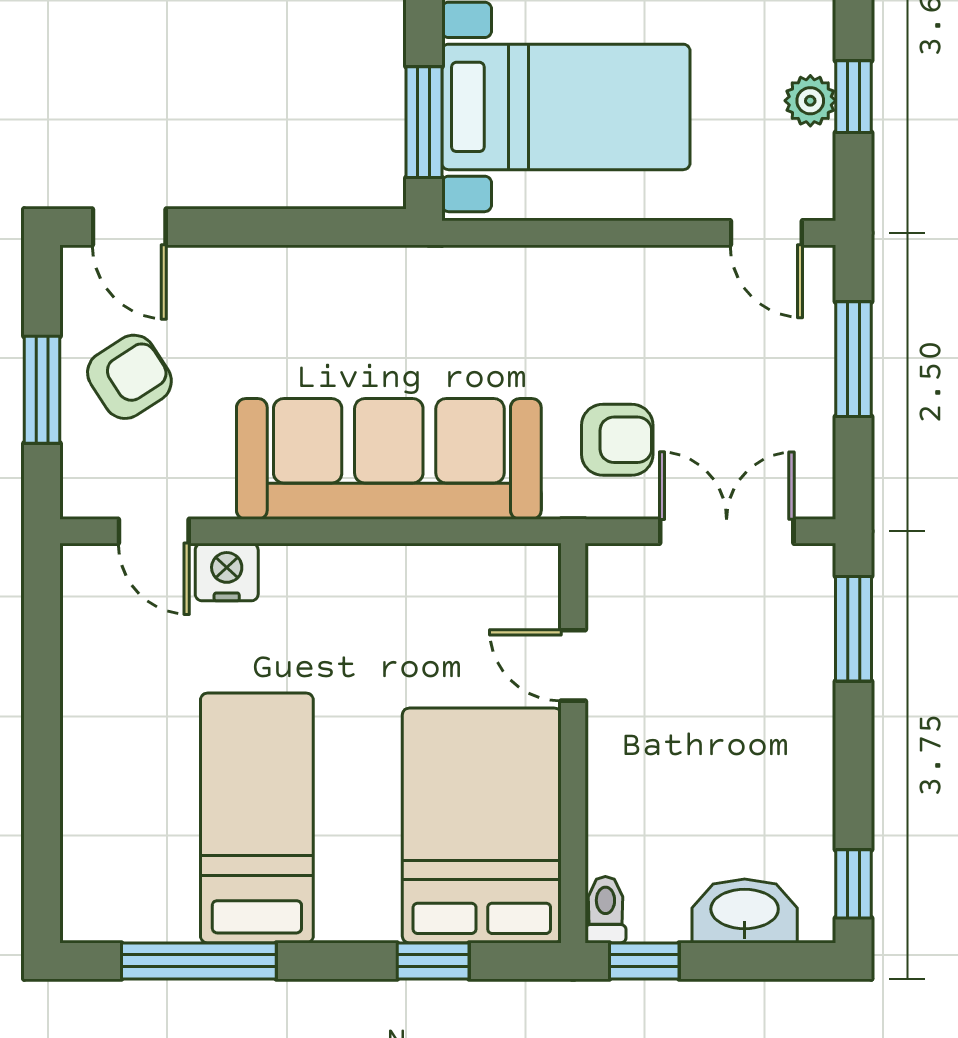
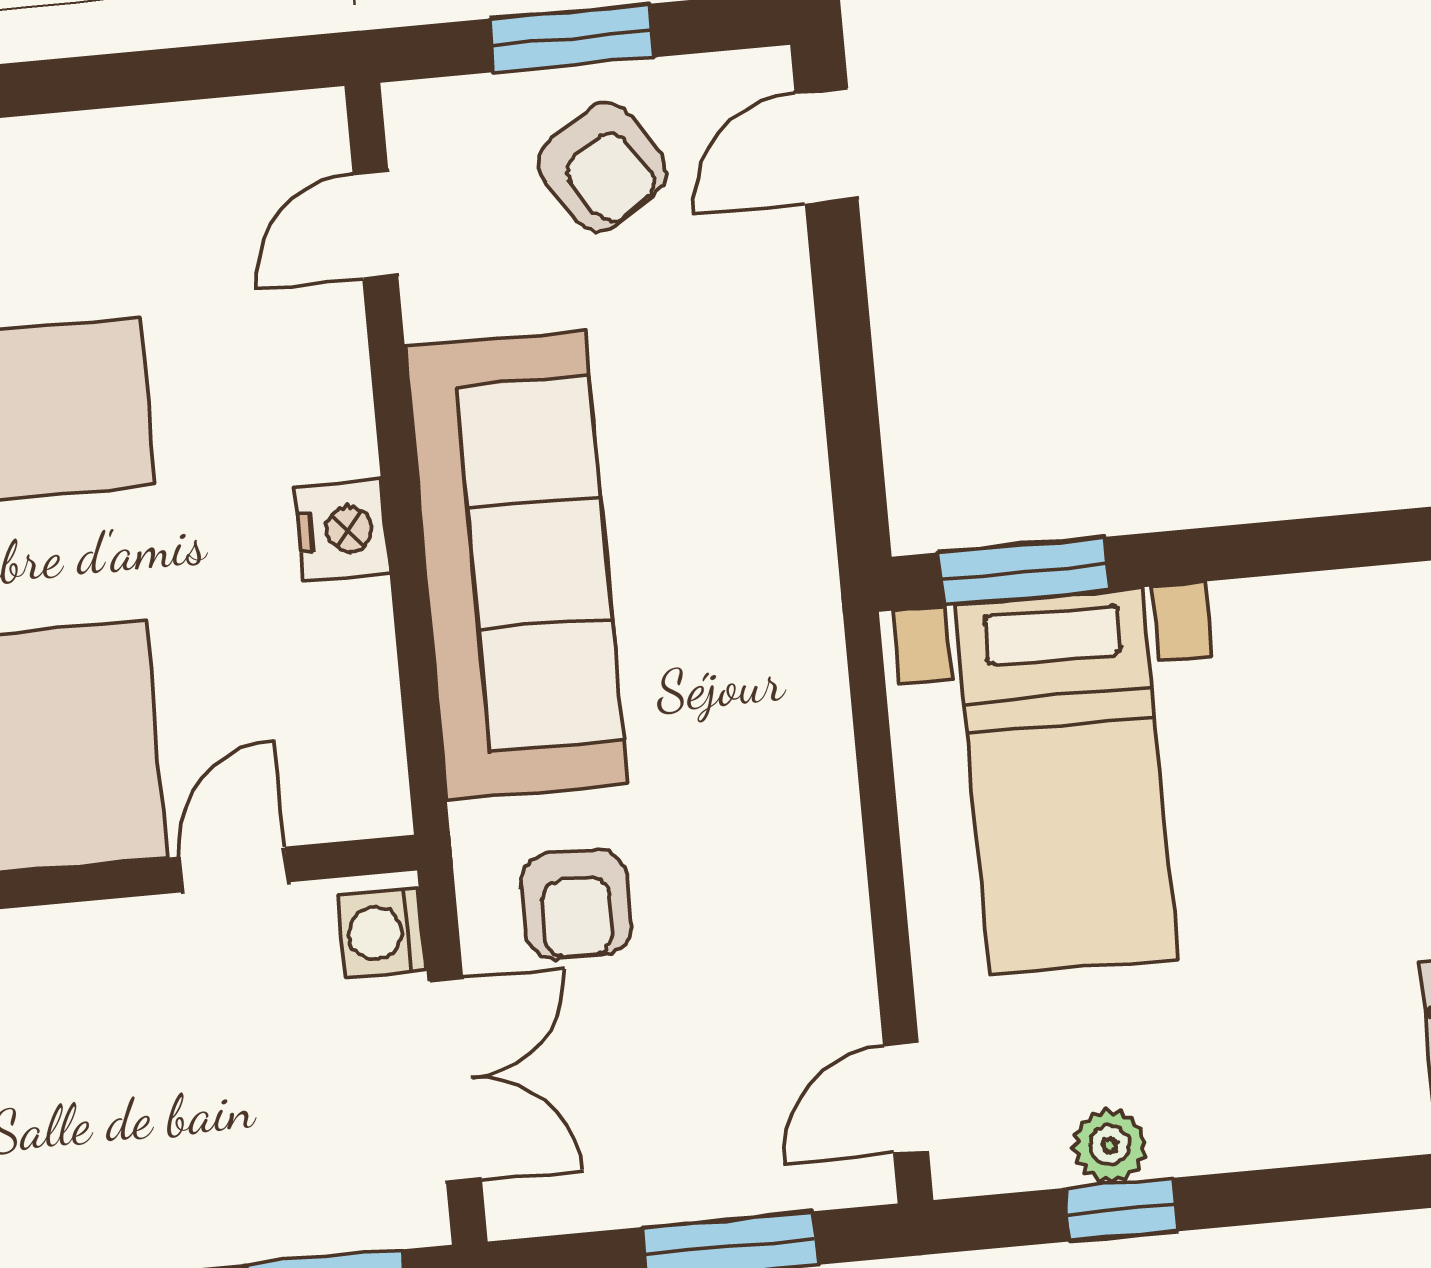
washing machine: (624, 571) -> (382, 933), added
nightstand: (227, 572) -> (342, 530), moved

